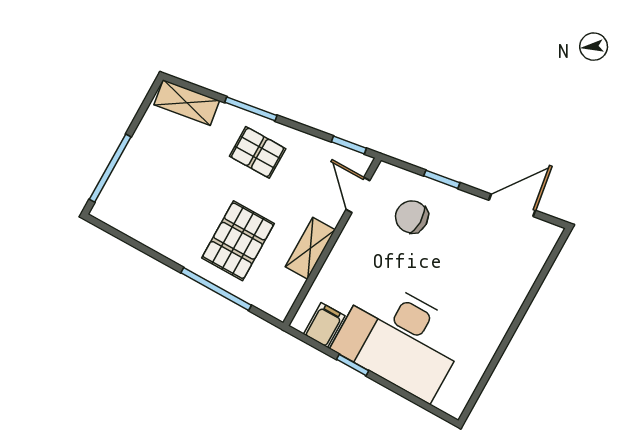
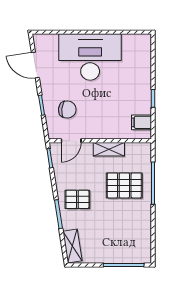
pallet: (258, 152) -> (77, 199), turned 90
chair: (412, 217) -> (67, 109), turned -85
desk: (401, 339) -> (90, 57), moved, turned -90

